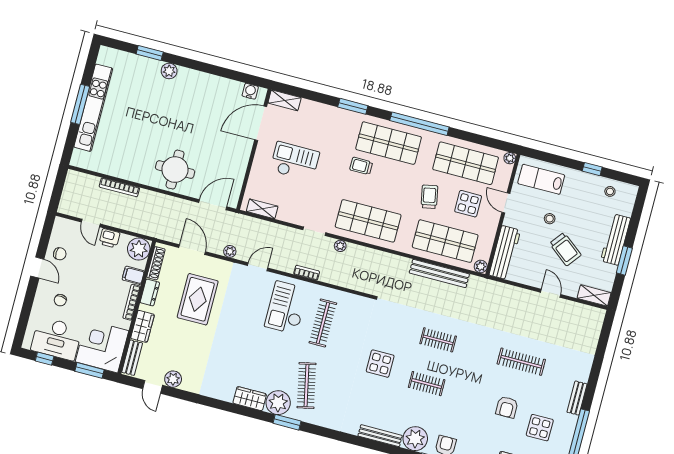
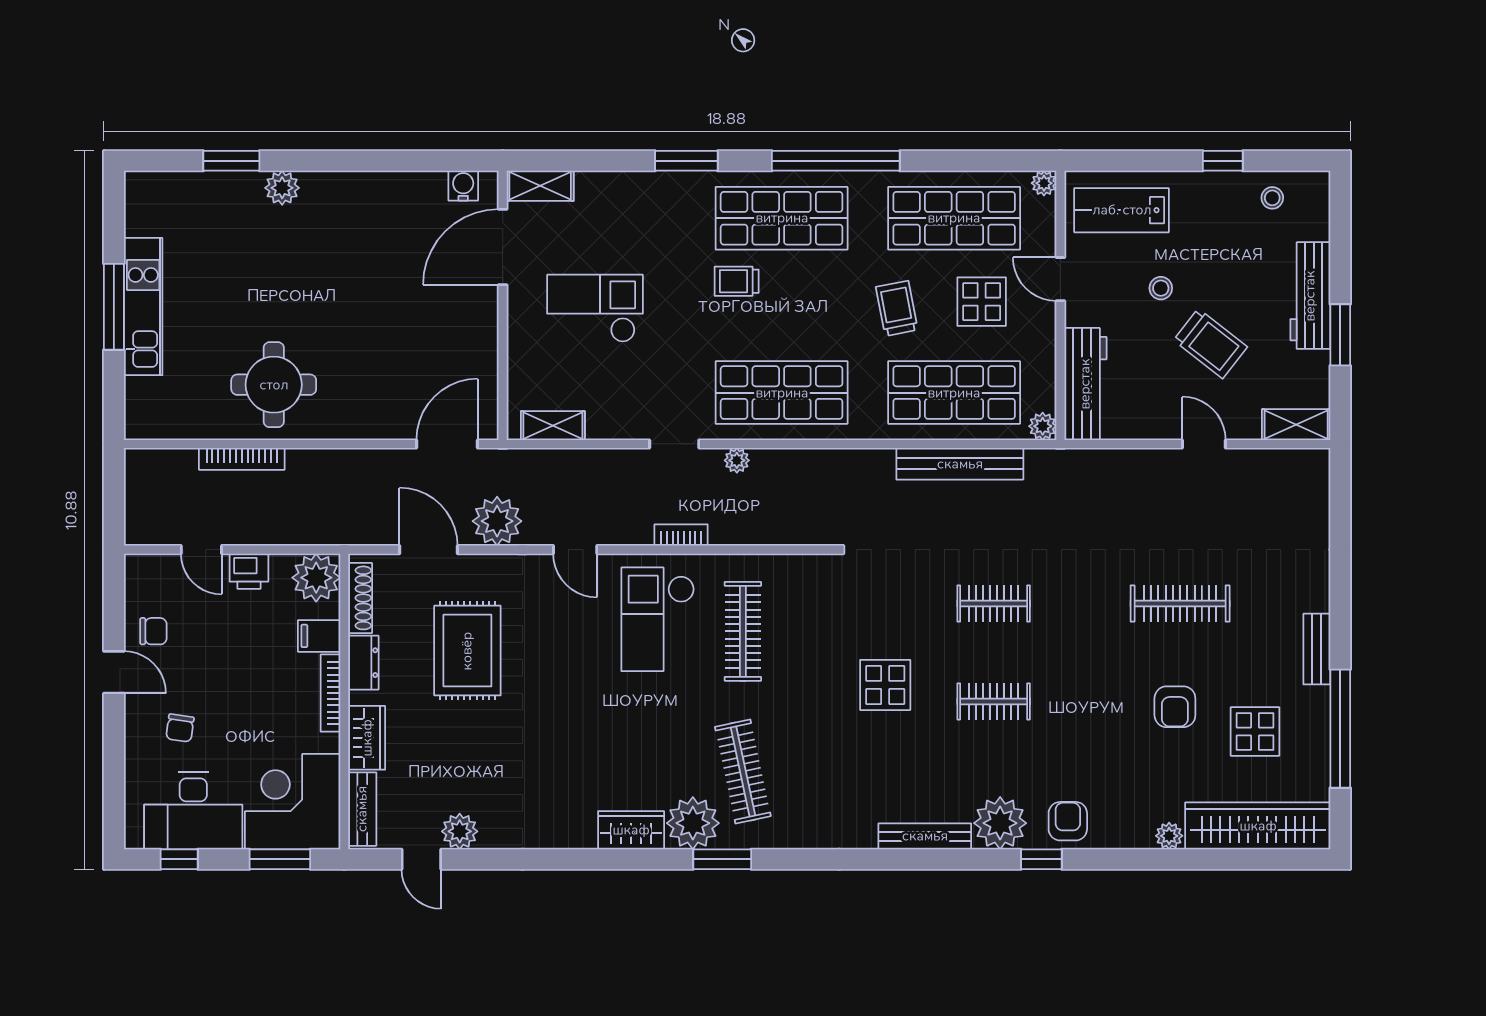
kitchen unit: (93, 108) -> (143, 307), width x0.73
round table: (175, 170) -> (274, 385), moved
plant: (230, 251) -> (497, 521), width x1.88, depth x1.88
door: (258, 267) -> (575, 550), swing flipped

